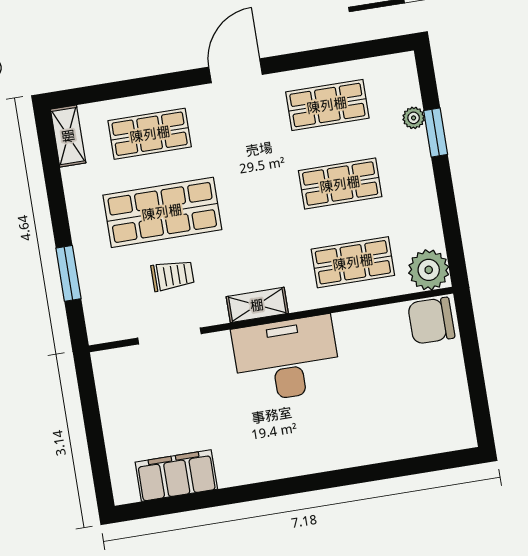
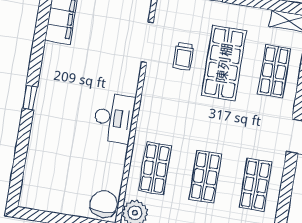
shelving: (257, 305) -> (148, 102), removed
desk: (286, 359) -> (114, 118), width x0.73, depth x0.77
window: (310, 483) -> (30, 98), added

